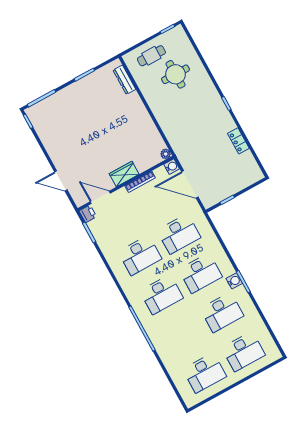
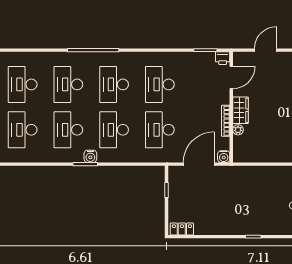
locker: (238, 141) -> (182, 229), moved
plant: (166, 154) -> (238, 130), moved
desk: (183, 334) -> (68, 84), added

